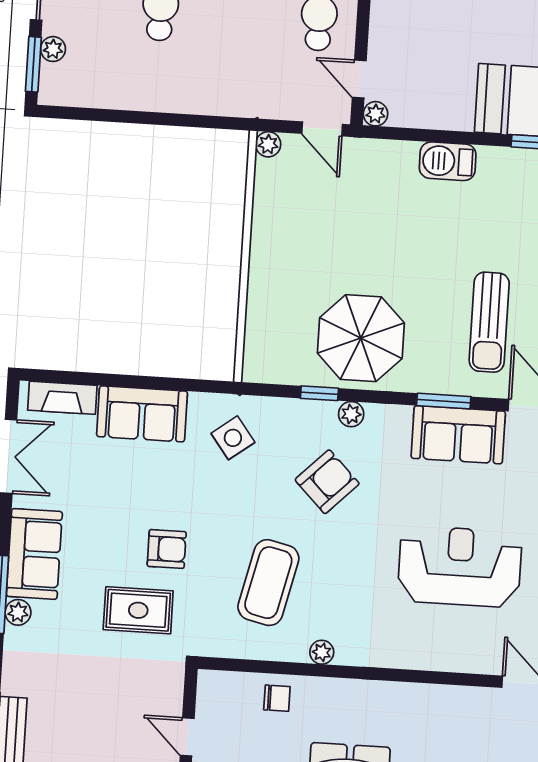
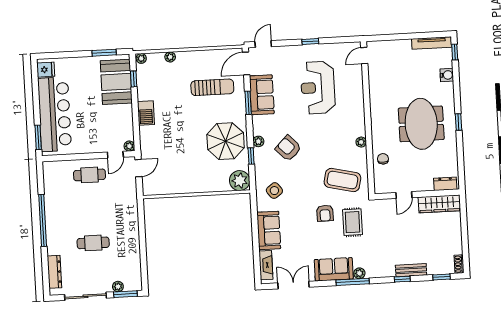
plant: (268, 144) -> (240, 181), moved, width x1.88, depth x1.88
armchair: (167, 549) -> (325, 213), turned 180
coffee table: (268, 583) -> (342, 180), moved

